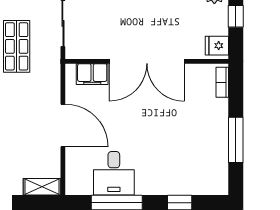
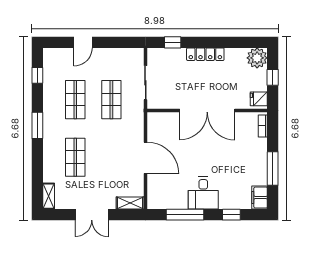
filing cabinet: (92, 74) -> (260, 198), moved, turned 90
desk: (114, 173) -> (203, 193), moved

